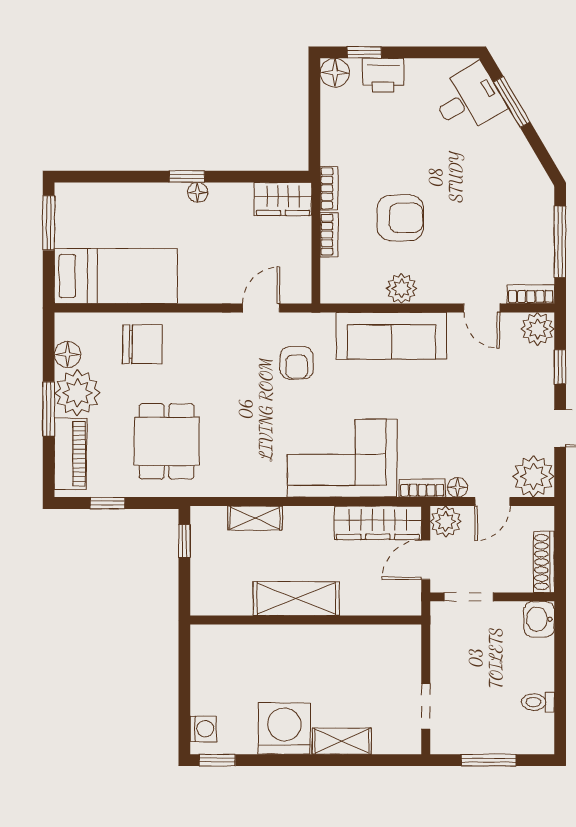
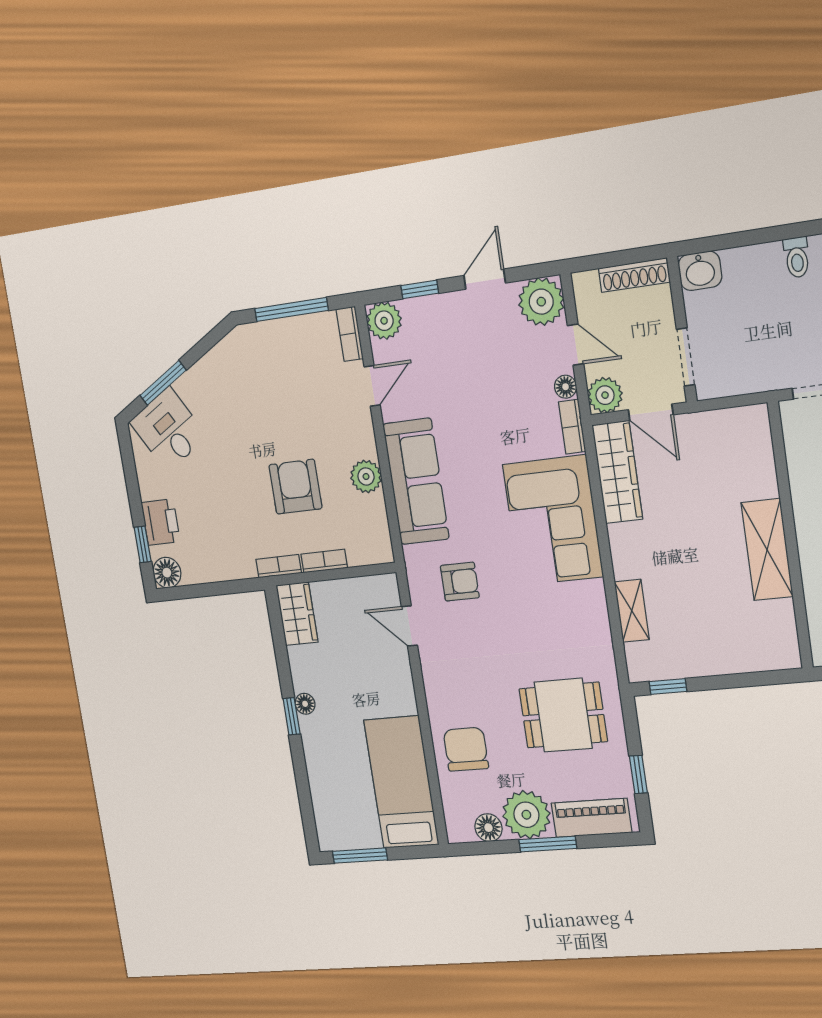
shelving: (296, 599) -> (767, 550), moved
wall: (306, 620) -> (790, 536), moved

